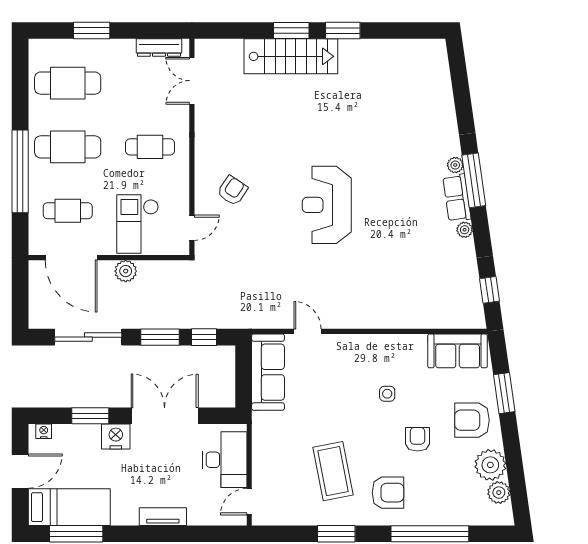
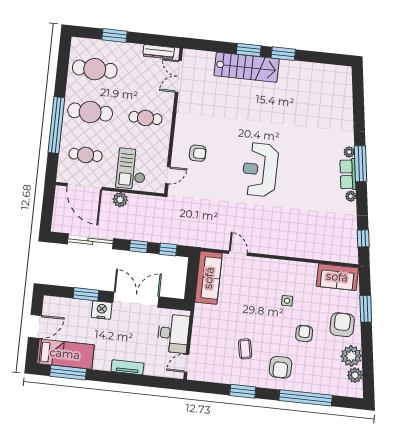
armchair: (232, 191) -> (198, 153), turned 56
window: (160, 337) -> (139, 246), width x0.67
armchair: (472, 420) -> (342, 325), turned 90
nightstand: (44, 431) -> (54, 301), removed
coffee table: (333, 471) -> (245, 349), width x0.54, depth x0.58
armchair: (388, 493) -> (280, 367), turned 90

